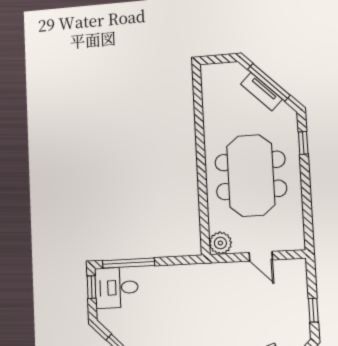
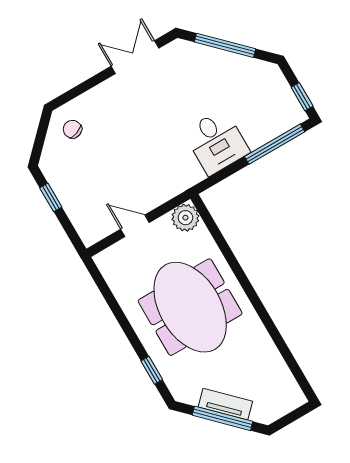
desk: (116, 288) -> (216, 142), moved, turned 90

